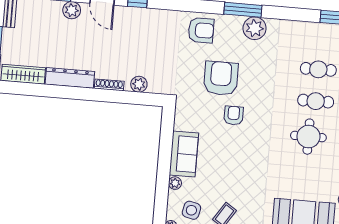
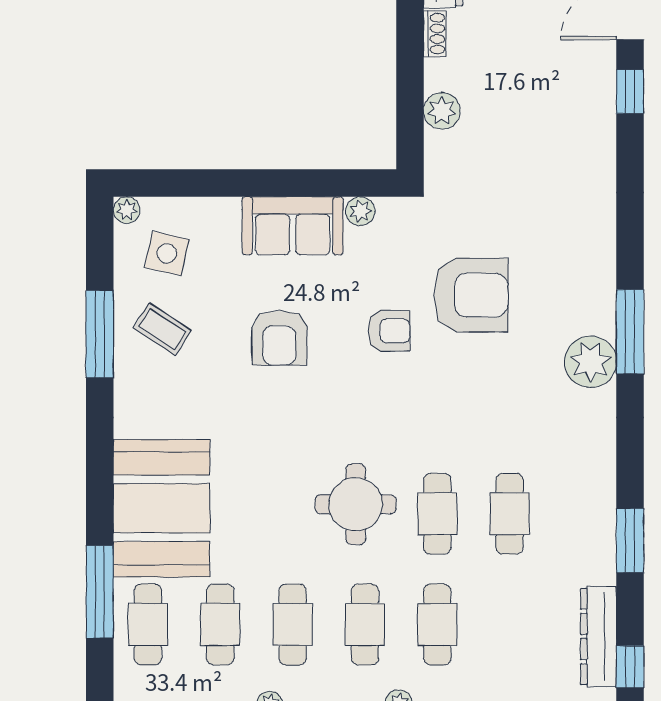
armchair: (201, 30) -> (279, 338), moved
shoe rack: (109, 85) -> (435, 34), width x0.70
plant: (175, 183) -> (360, 211), moved

